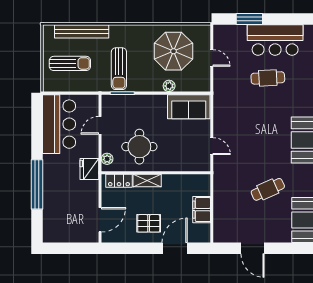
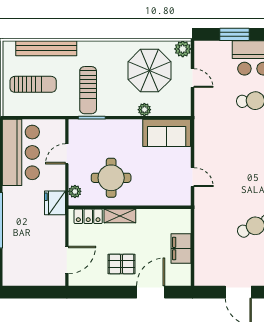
plant: (203, 32) -> (183, 49), added

